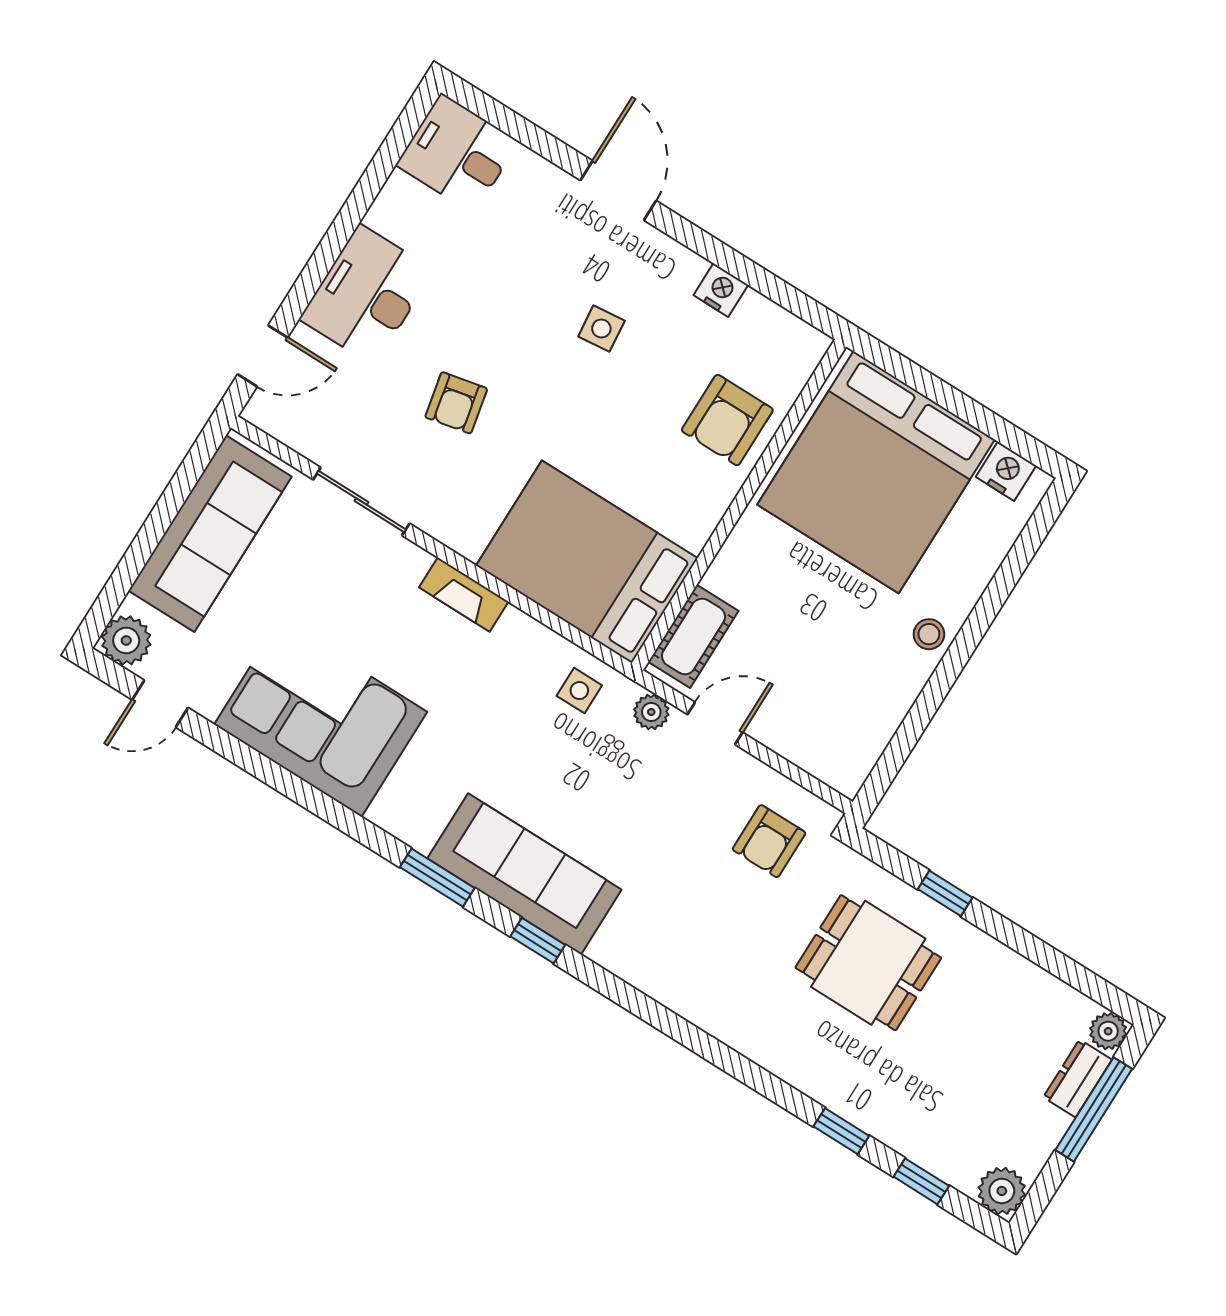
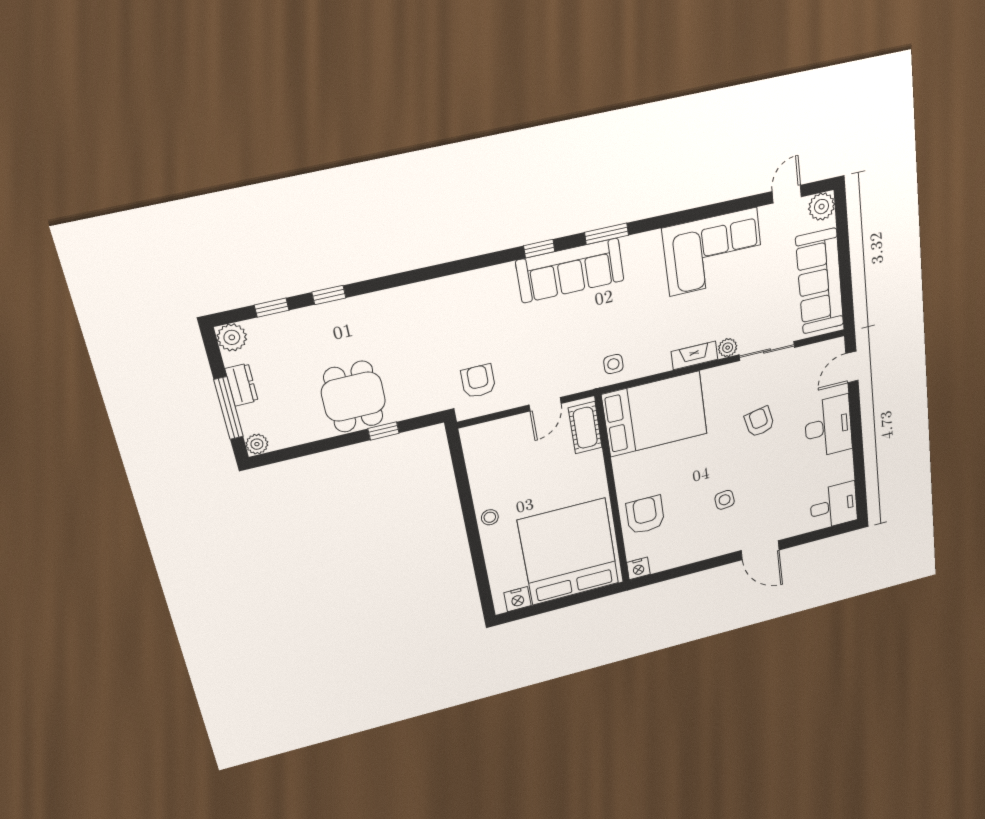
nightstand: (721, 290) -> (638, 568), moved
plant: (651, 712) -> (728, 348), moved
dining table: (868, 963) -> (353, 397), moved, turned 90
dresser: (1078, 1078) -> (242, 385), moved

